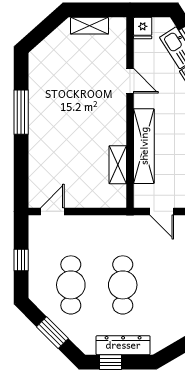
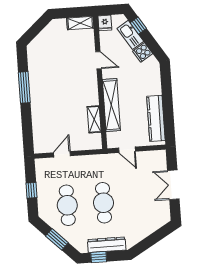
shelving: (89, 26) -> (80, 23), moved
door: (52, 211) -> (62, 154), moved

